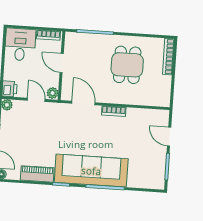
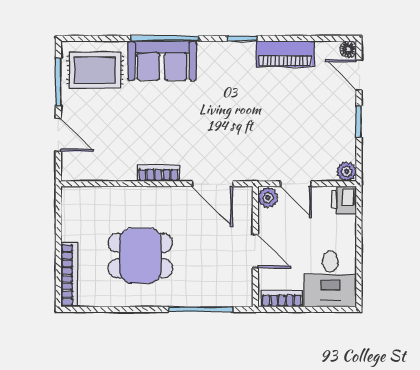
dining table: (127, 65) -> (140, 256), turned 90
sofa: (91, 171) -> (162, 61), width x0.54, depth x0.79
rug: (146, 172) -> (95, 70), added

